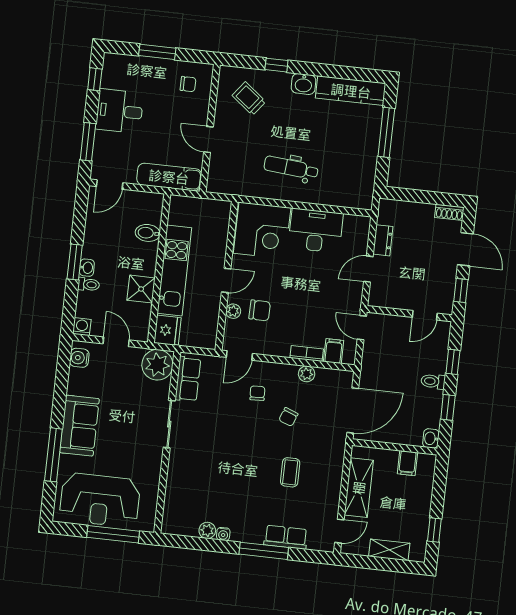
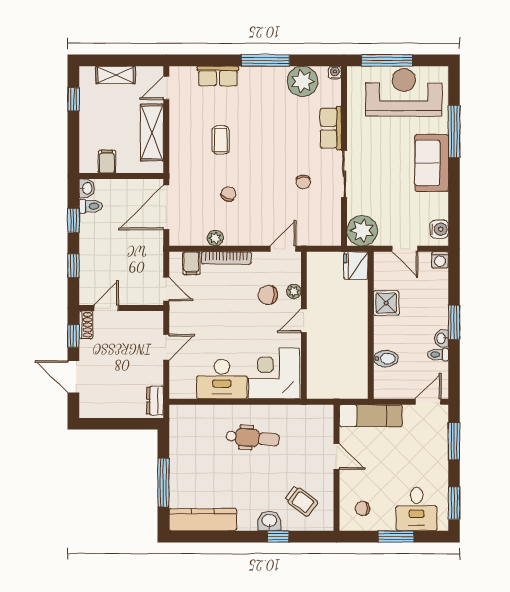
window: (95, 79) -> (454, 503), width x1.50
washbasin: (303, 84) -> (269, 521), moved
desk: (120, 111) -> (417, 509), moved, turned 90
shoe rack: (449, 212) -> (86, 325), moved, turned 90
dresser: (383, 240) -> (155, 401), moved
washbasin: (87, 268) -> (441, 338), moved
kitchen unit: (174, 270) -> (356, 325), removed
toilet: (89, 284) -> (438, 355), moved
bookcase: (307, 353) -> (226, 258), width x1.56
row of seats: (188, 379) -> (331, 128), moved
toilet: (433, 381) -> (91, 206), moved
chair: (257, 393) -> (303, 182), moved
plant: (207, 530) -> (302, 81), width x1.87, depth x1.87
water cooler: (223, 534) -> (335, 72), moved
window: (264, 551) -> (266, 60), moved

